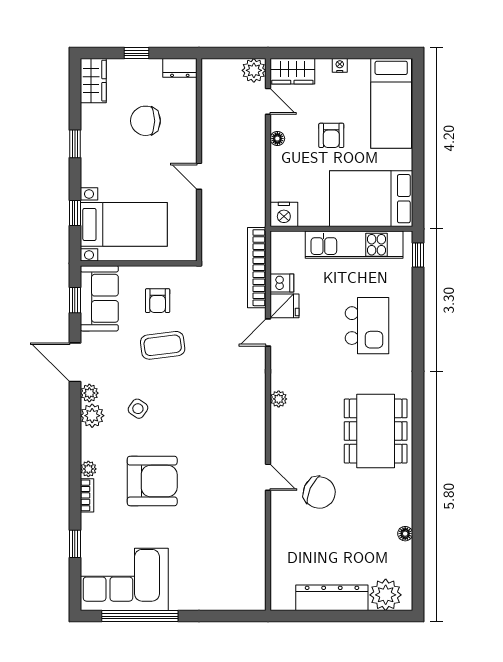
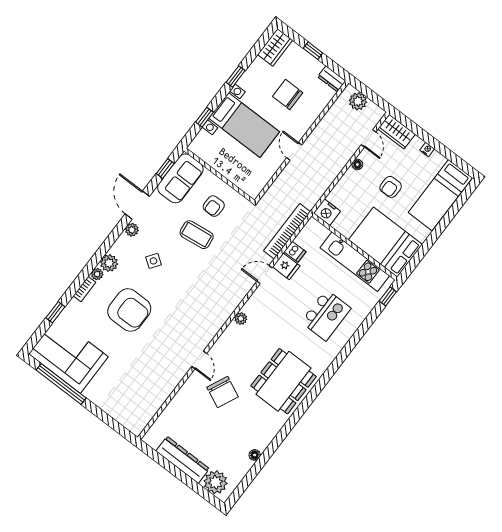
plant: (254, 70) -> (358, 101), moved
bed with nightstands: (124, 224) -> (244, 125), moved
plant: (92, 416) -> (109, 263), moved

